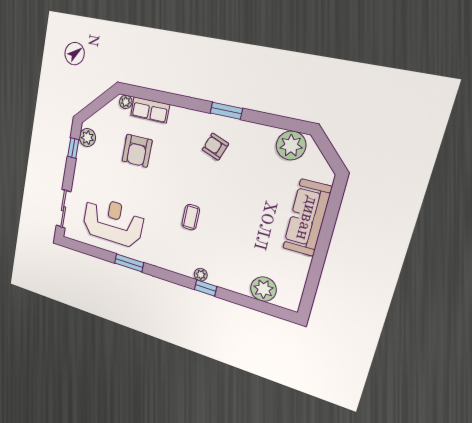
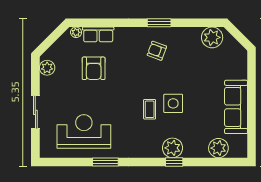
window: (73, 148) -> (35, 79), removed
sliding door: (64, 209) -> (35, 112), moved
side table: (220, 218) -> (173, 103), added
sofa: (307, 218) -> (236, 107), moved
plant: (201, 275) -> (172, 148), width x1.87, depth x1.87

